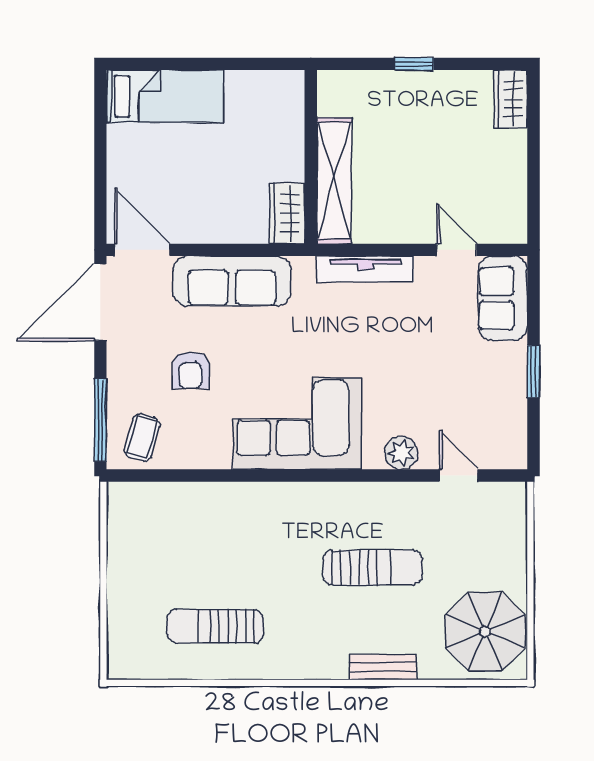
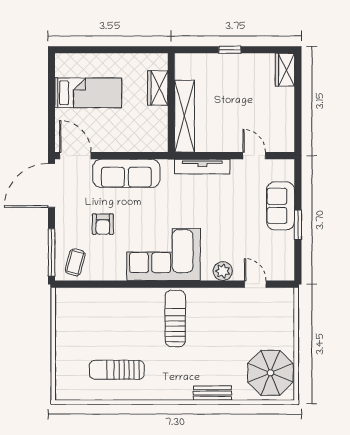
bed: (165, 96) -> (88, 93), moved
wardrobe: (287, 213) -> (158, 88), moved
sofa: (503, 298) -> (281, 206), moved
sun lounger: (372, 567) -> (175, 318), moved, turned -90

